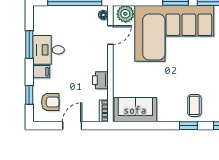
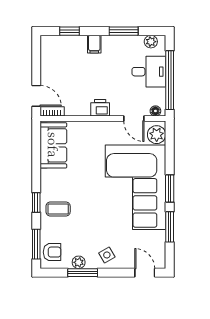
plant: (39, 19) -> (151, 42), added
desk: (49, 50) -> (149, 72), moved, turned 90
printer: (100, 80) -> (100, 108), moved
armchair: (50, 102) -> (62, 54), removed
door: (72, 126) -> (36, 96), moved

